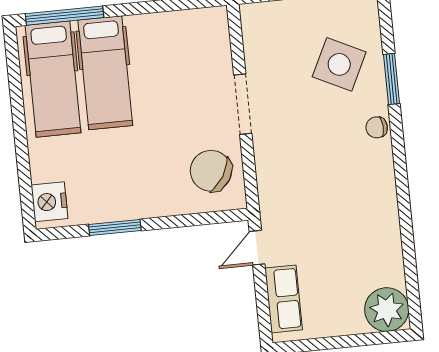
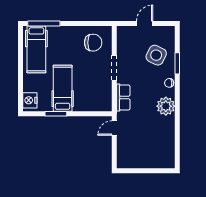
hospital bed: (105, 73) -> (63, 88), moved, turned 180
chair: (211, 171) -> (93, 43), moved, turned 148
row of seats: (284, 299) -> (123, 97), moved
plant: (387, 310) -> (166, 106), moved

